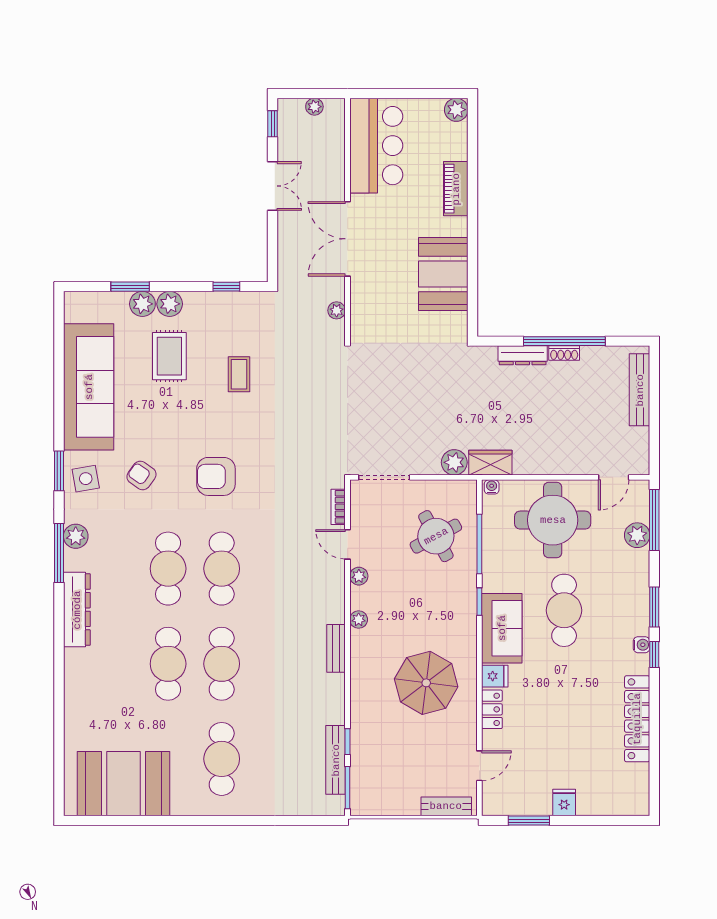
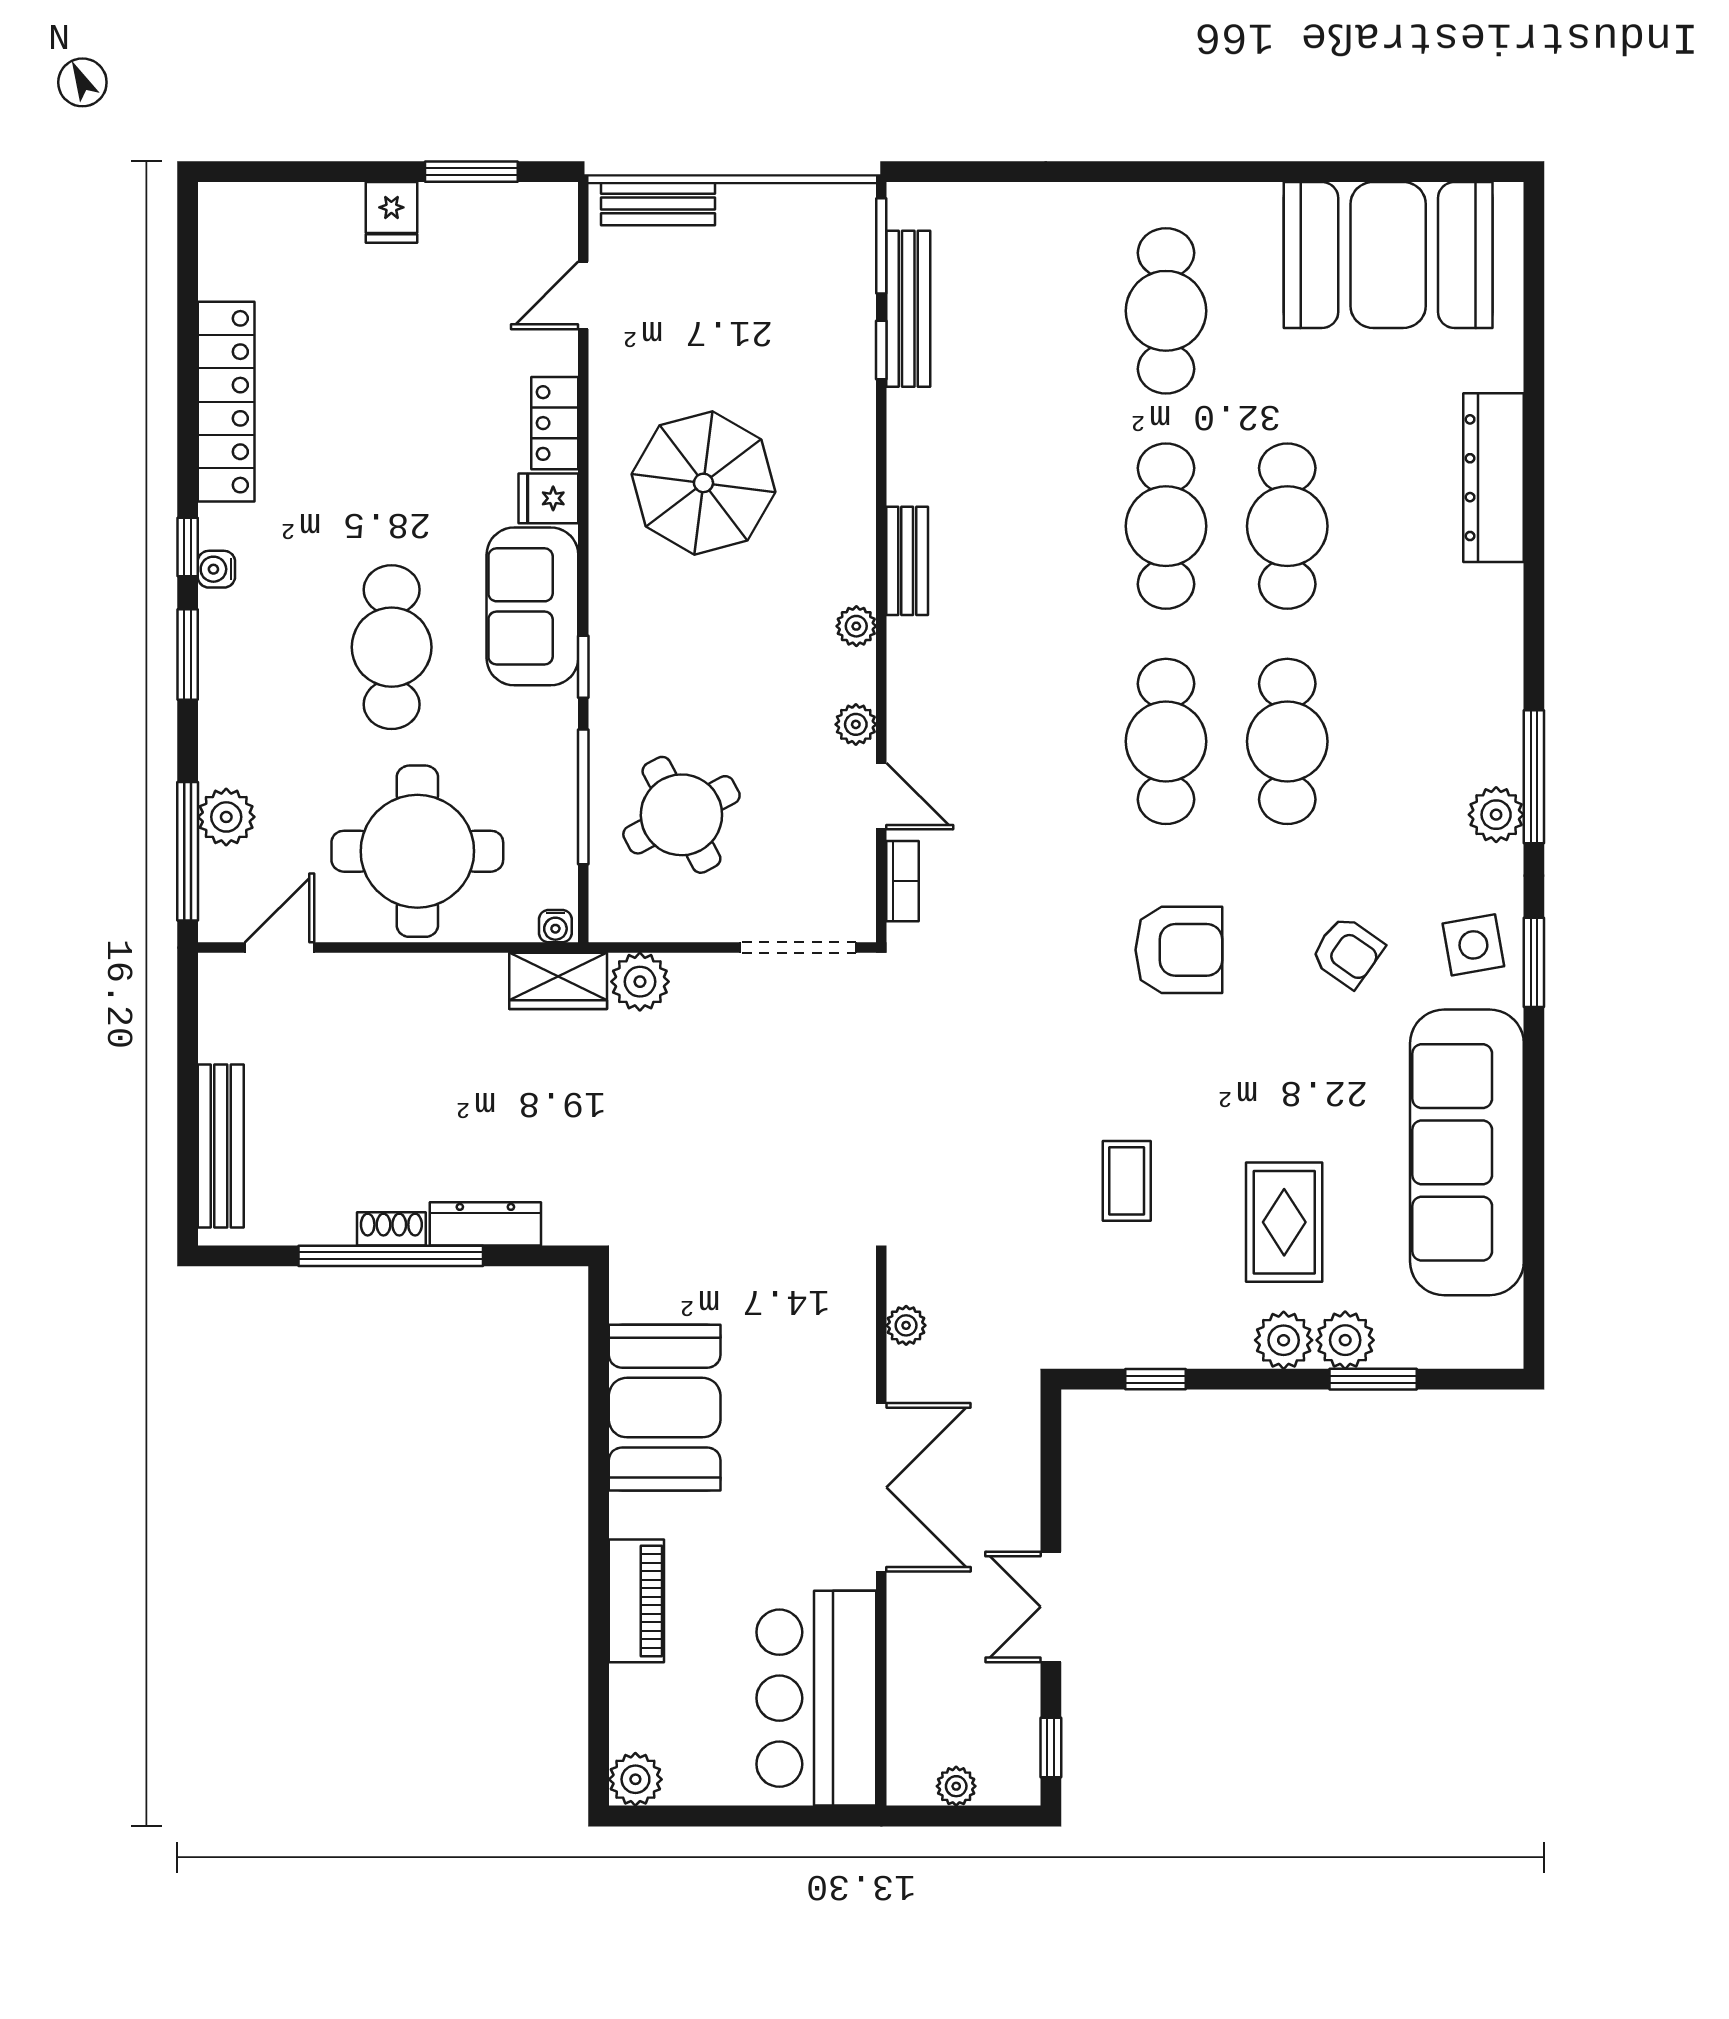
dresser: (77, 610) -> (1494, 478), moved

